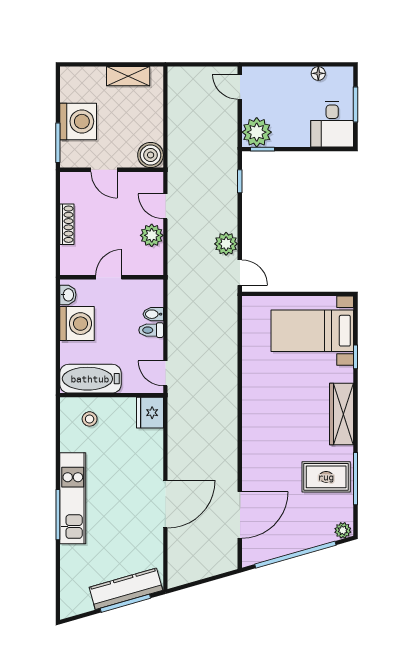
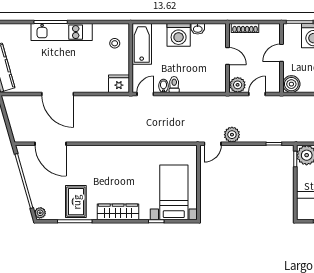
door: (109, 277) -> (228, 56), moved
wall: (112, 277) -> (228, 58), moved
bidet: (153, 314) -> (164, 86), moved

